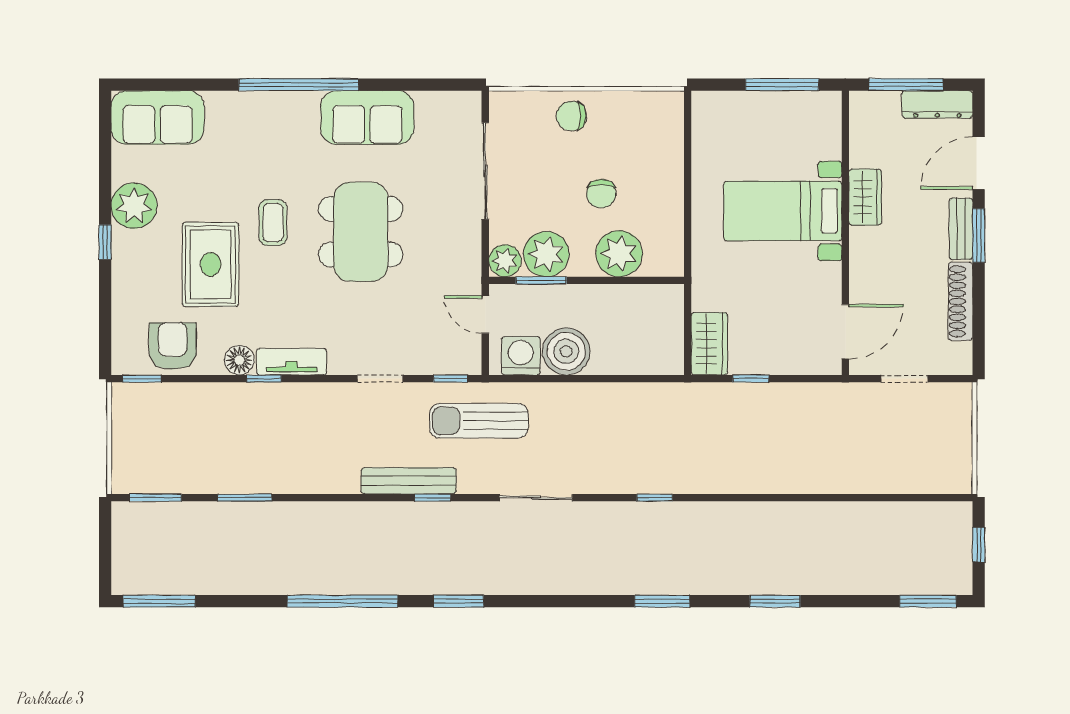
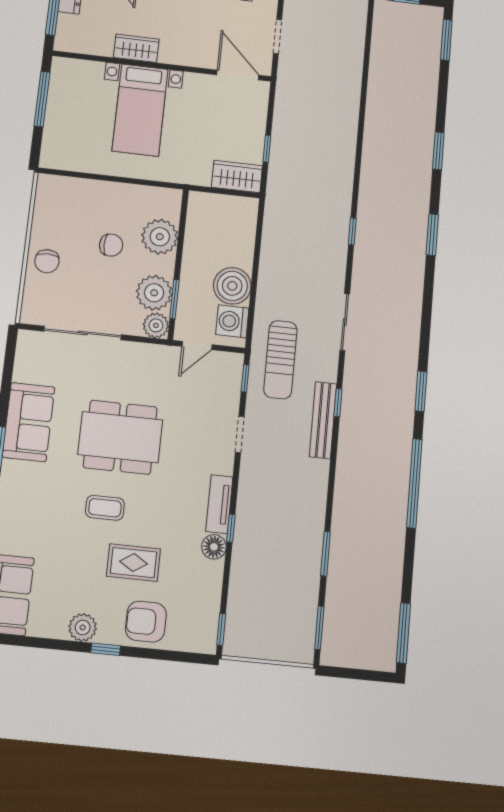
plant: (134, 206) -> (83, 627), width x0.73, depth x0.73
rug: (211, 264) -> (133, 563), width x0.73, depth x0.70
armchair: (173, 346) -> (146, 622), moved

